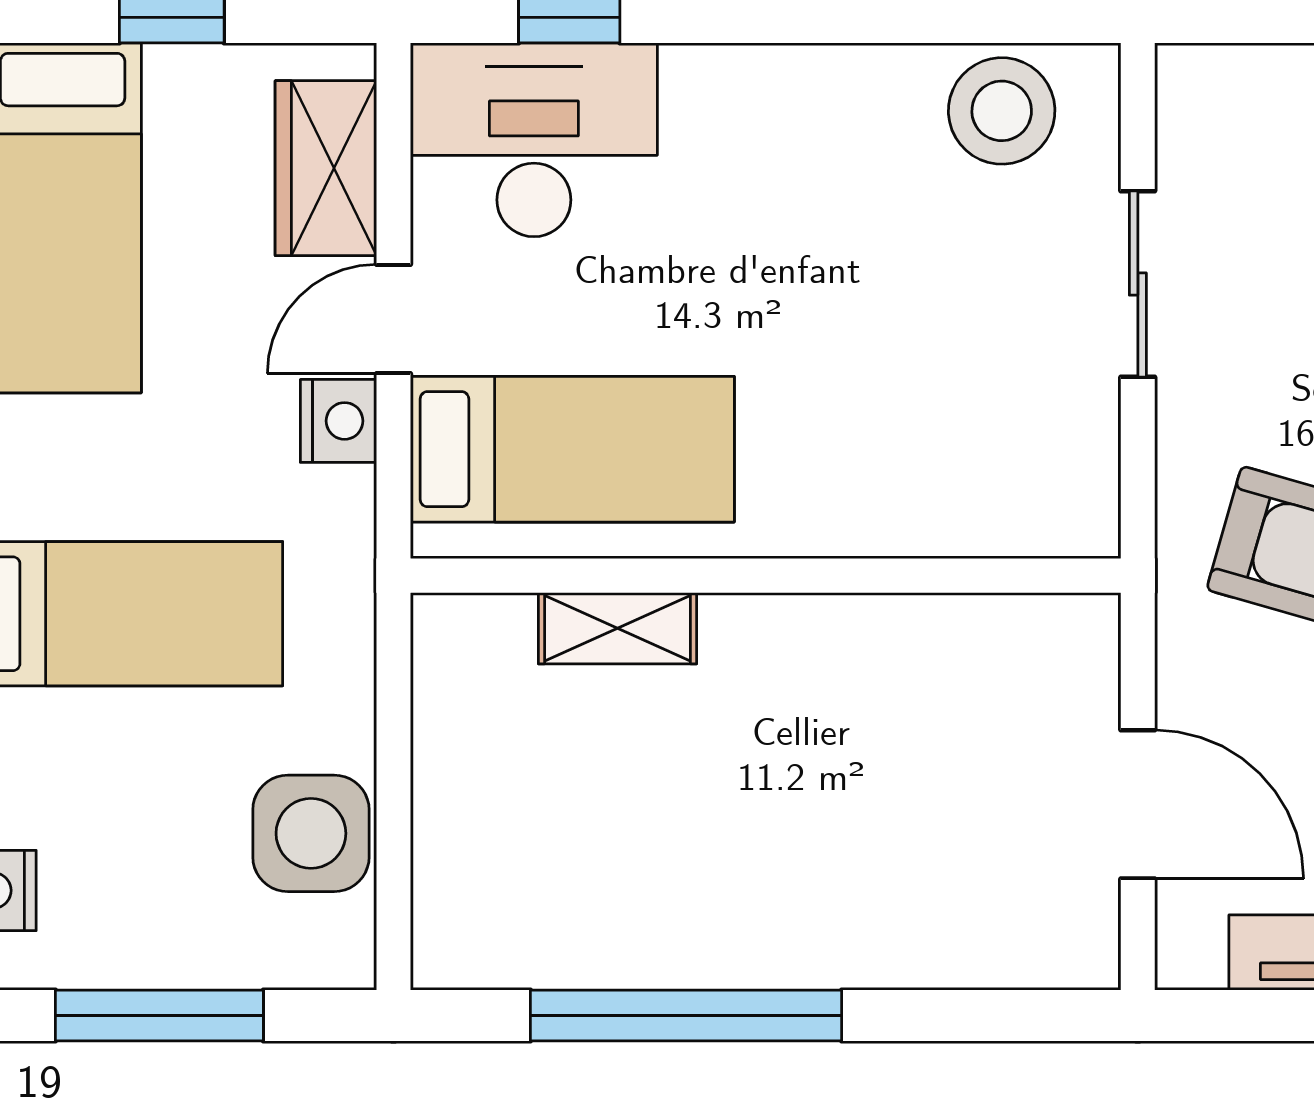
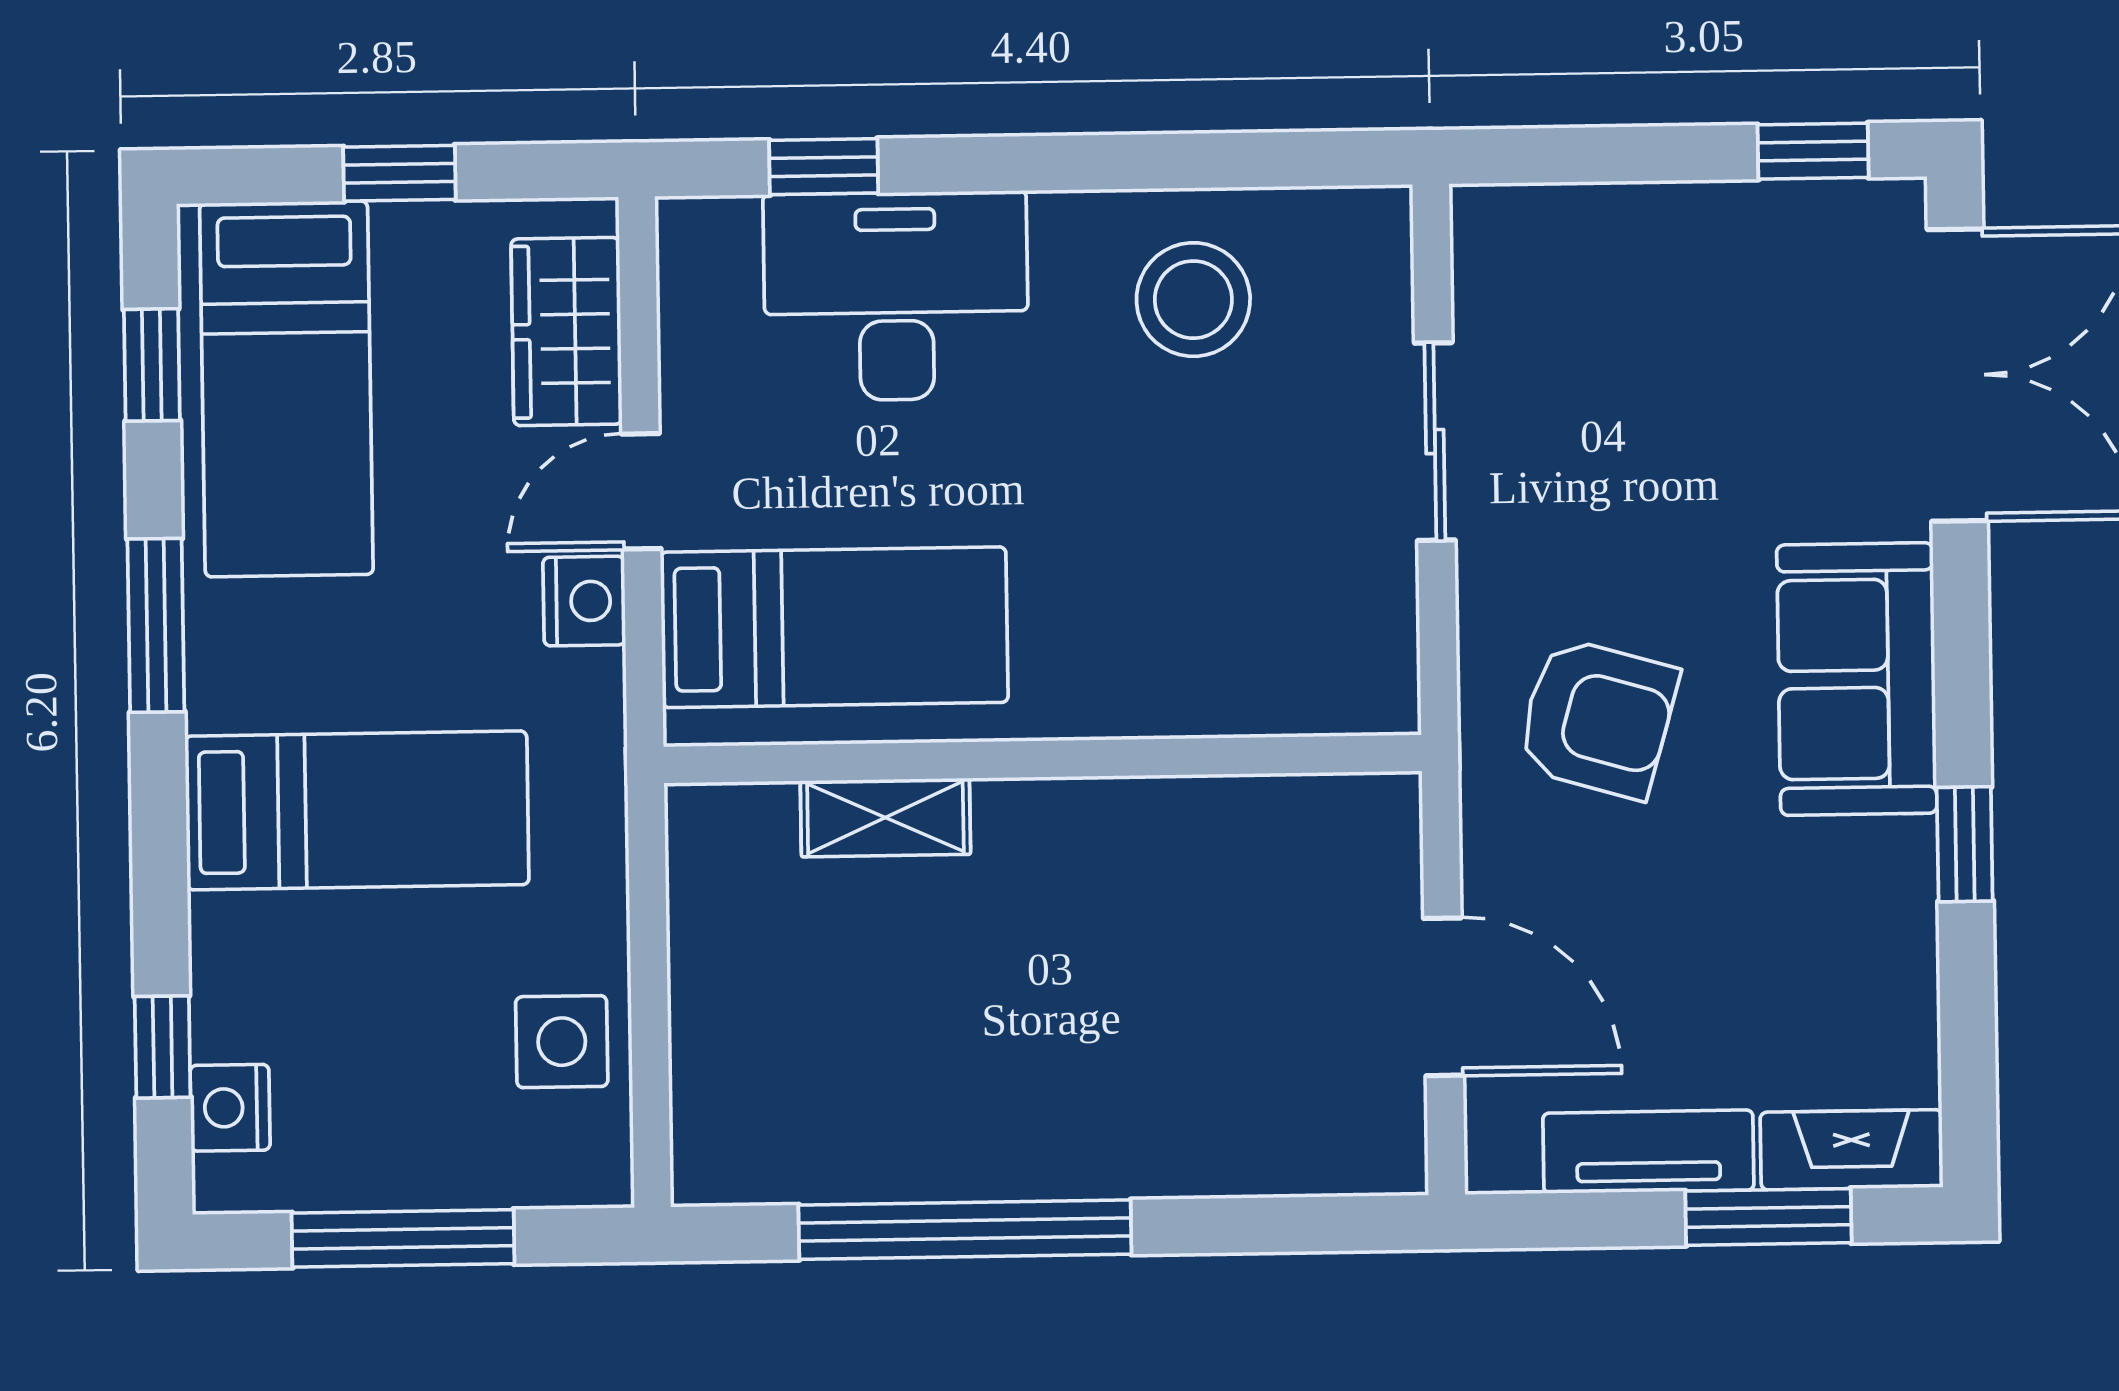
stool: (1002, 111) -> (1193, 300), moved
desk: (534, 140) -> (896, 296), moved
side table: (311, 833) -> (562, 1042), width x0.73, depth x0.73

